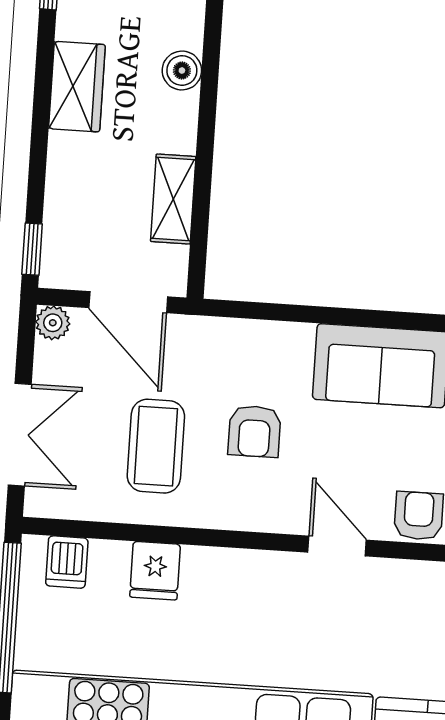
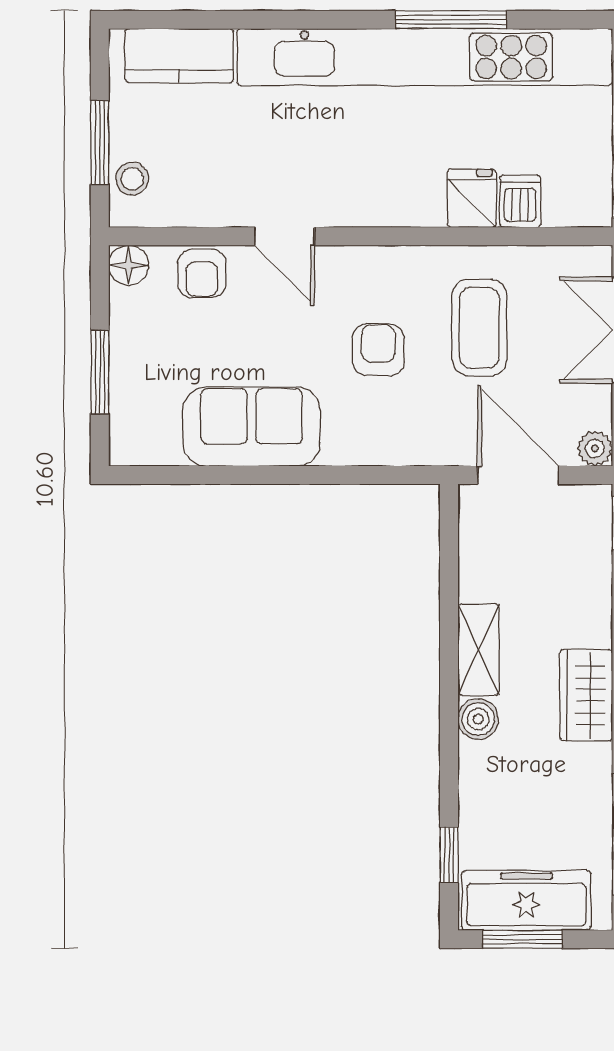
shelving: (173, 199) -> (478, 650), moved
dishwasher: (67, 562) -> (520, 201), moved

